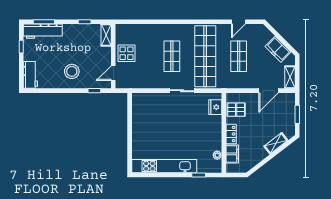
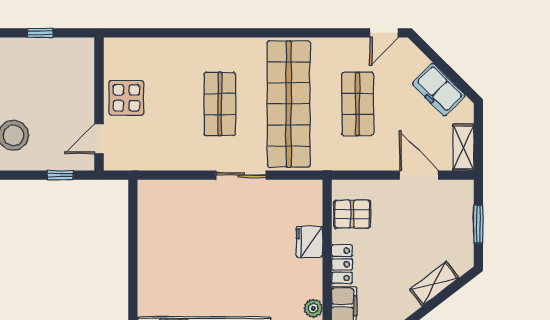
door: (238, 22) -> (384, 33), moved
shelving: (106, 35) -> (84, 60), removed
door: (269, 91) -> (419, 175), swing flipped
fridge: (215, 107) -> (309, 242), moved

